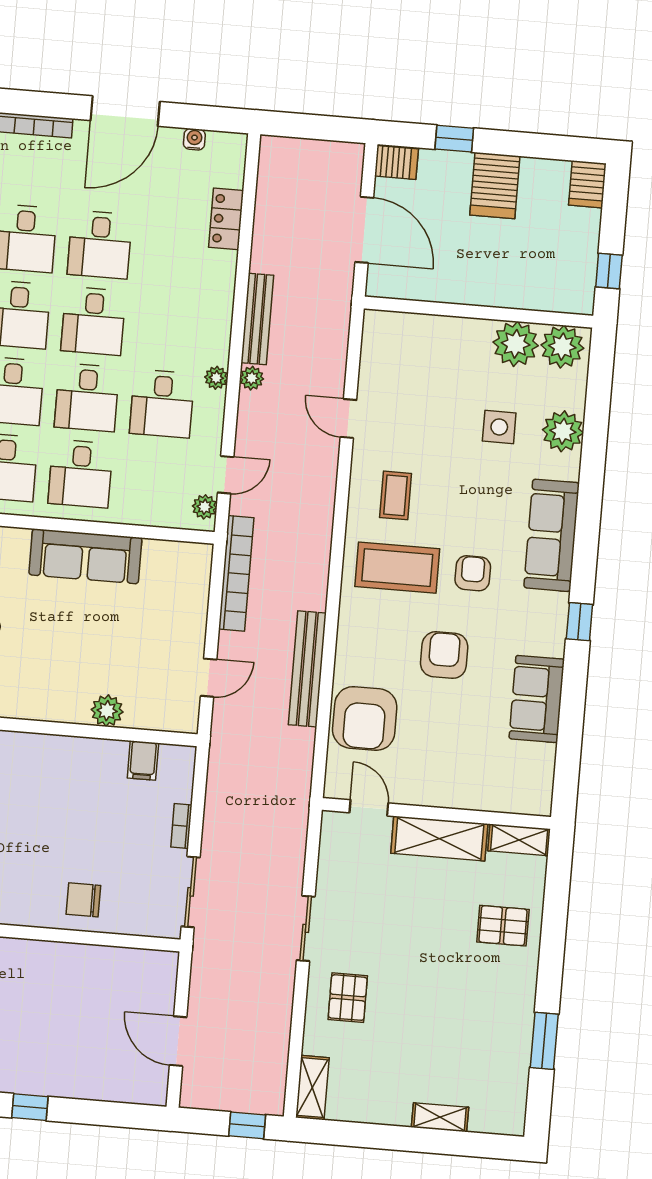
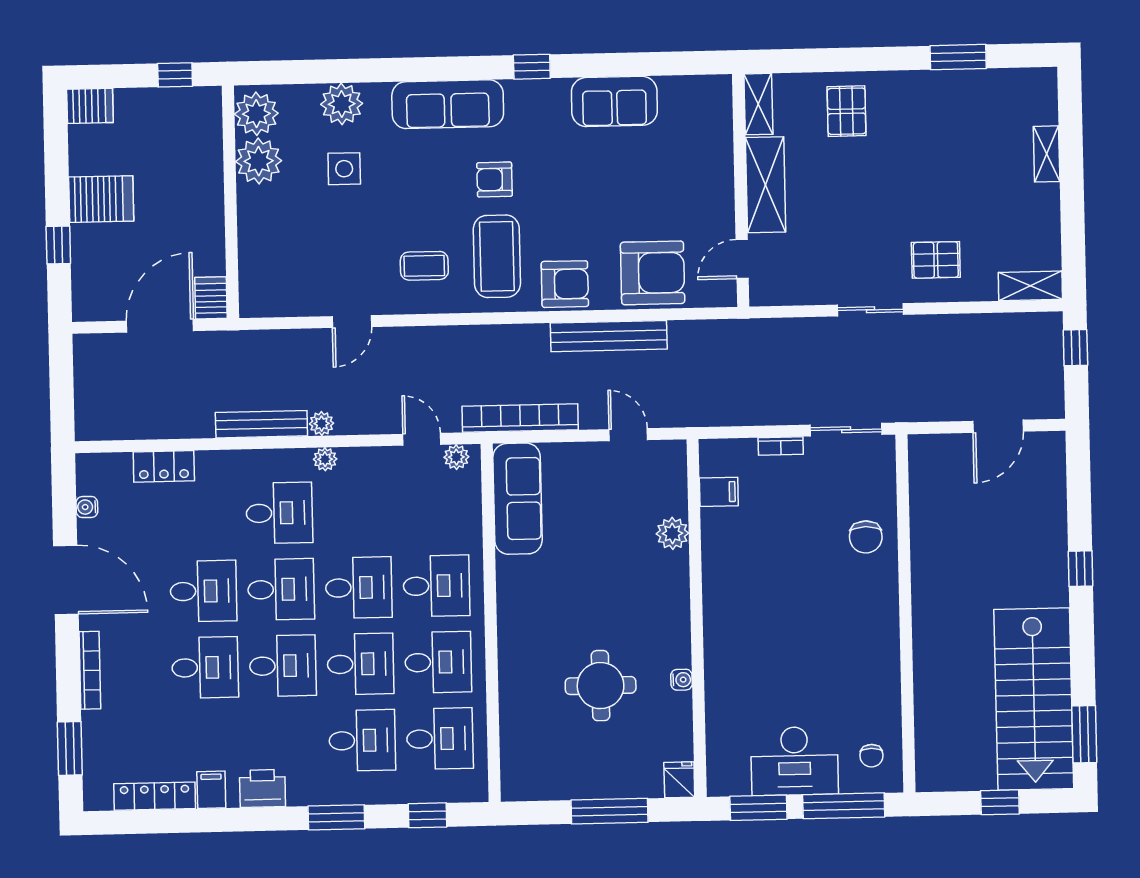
server rack: (397, 162) -> (211, 298), moved
desk: (162, 404) -> (279, 513), moved
sofa: (85, 556) -> (518, 499), moved
armchair: (444, 655) -> (565, 284), moved, turned 180

